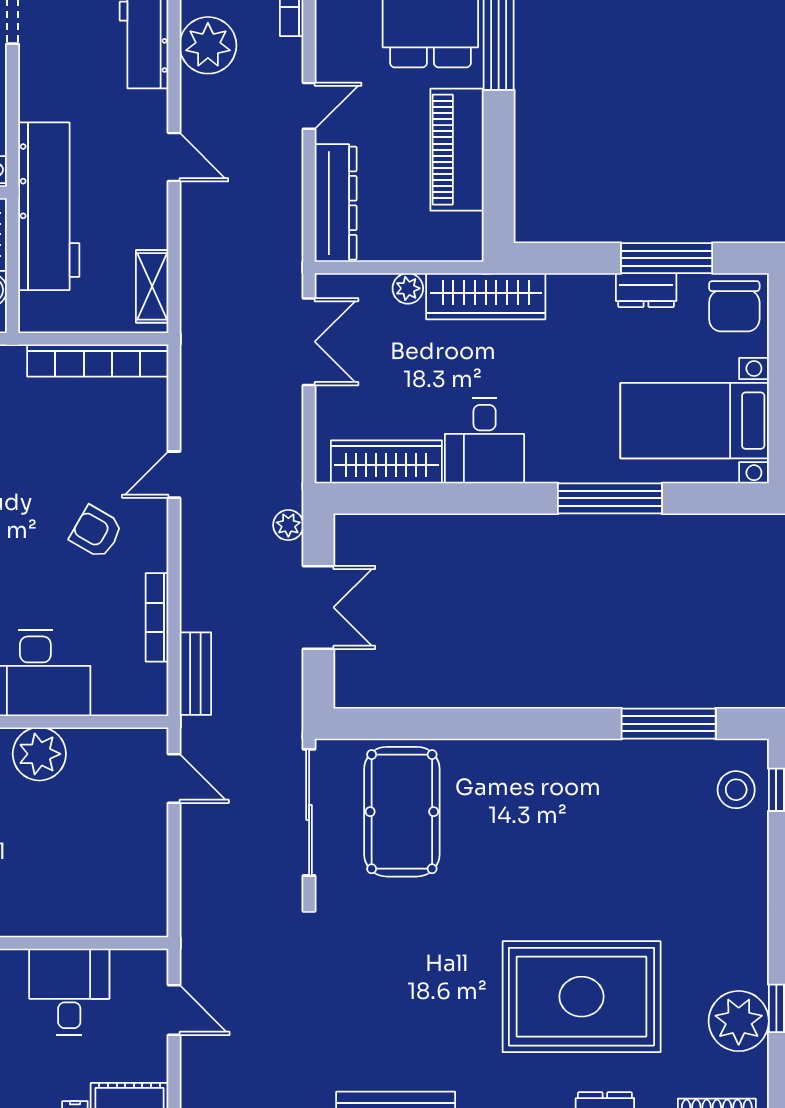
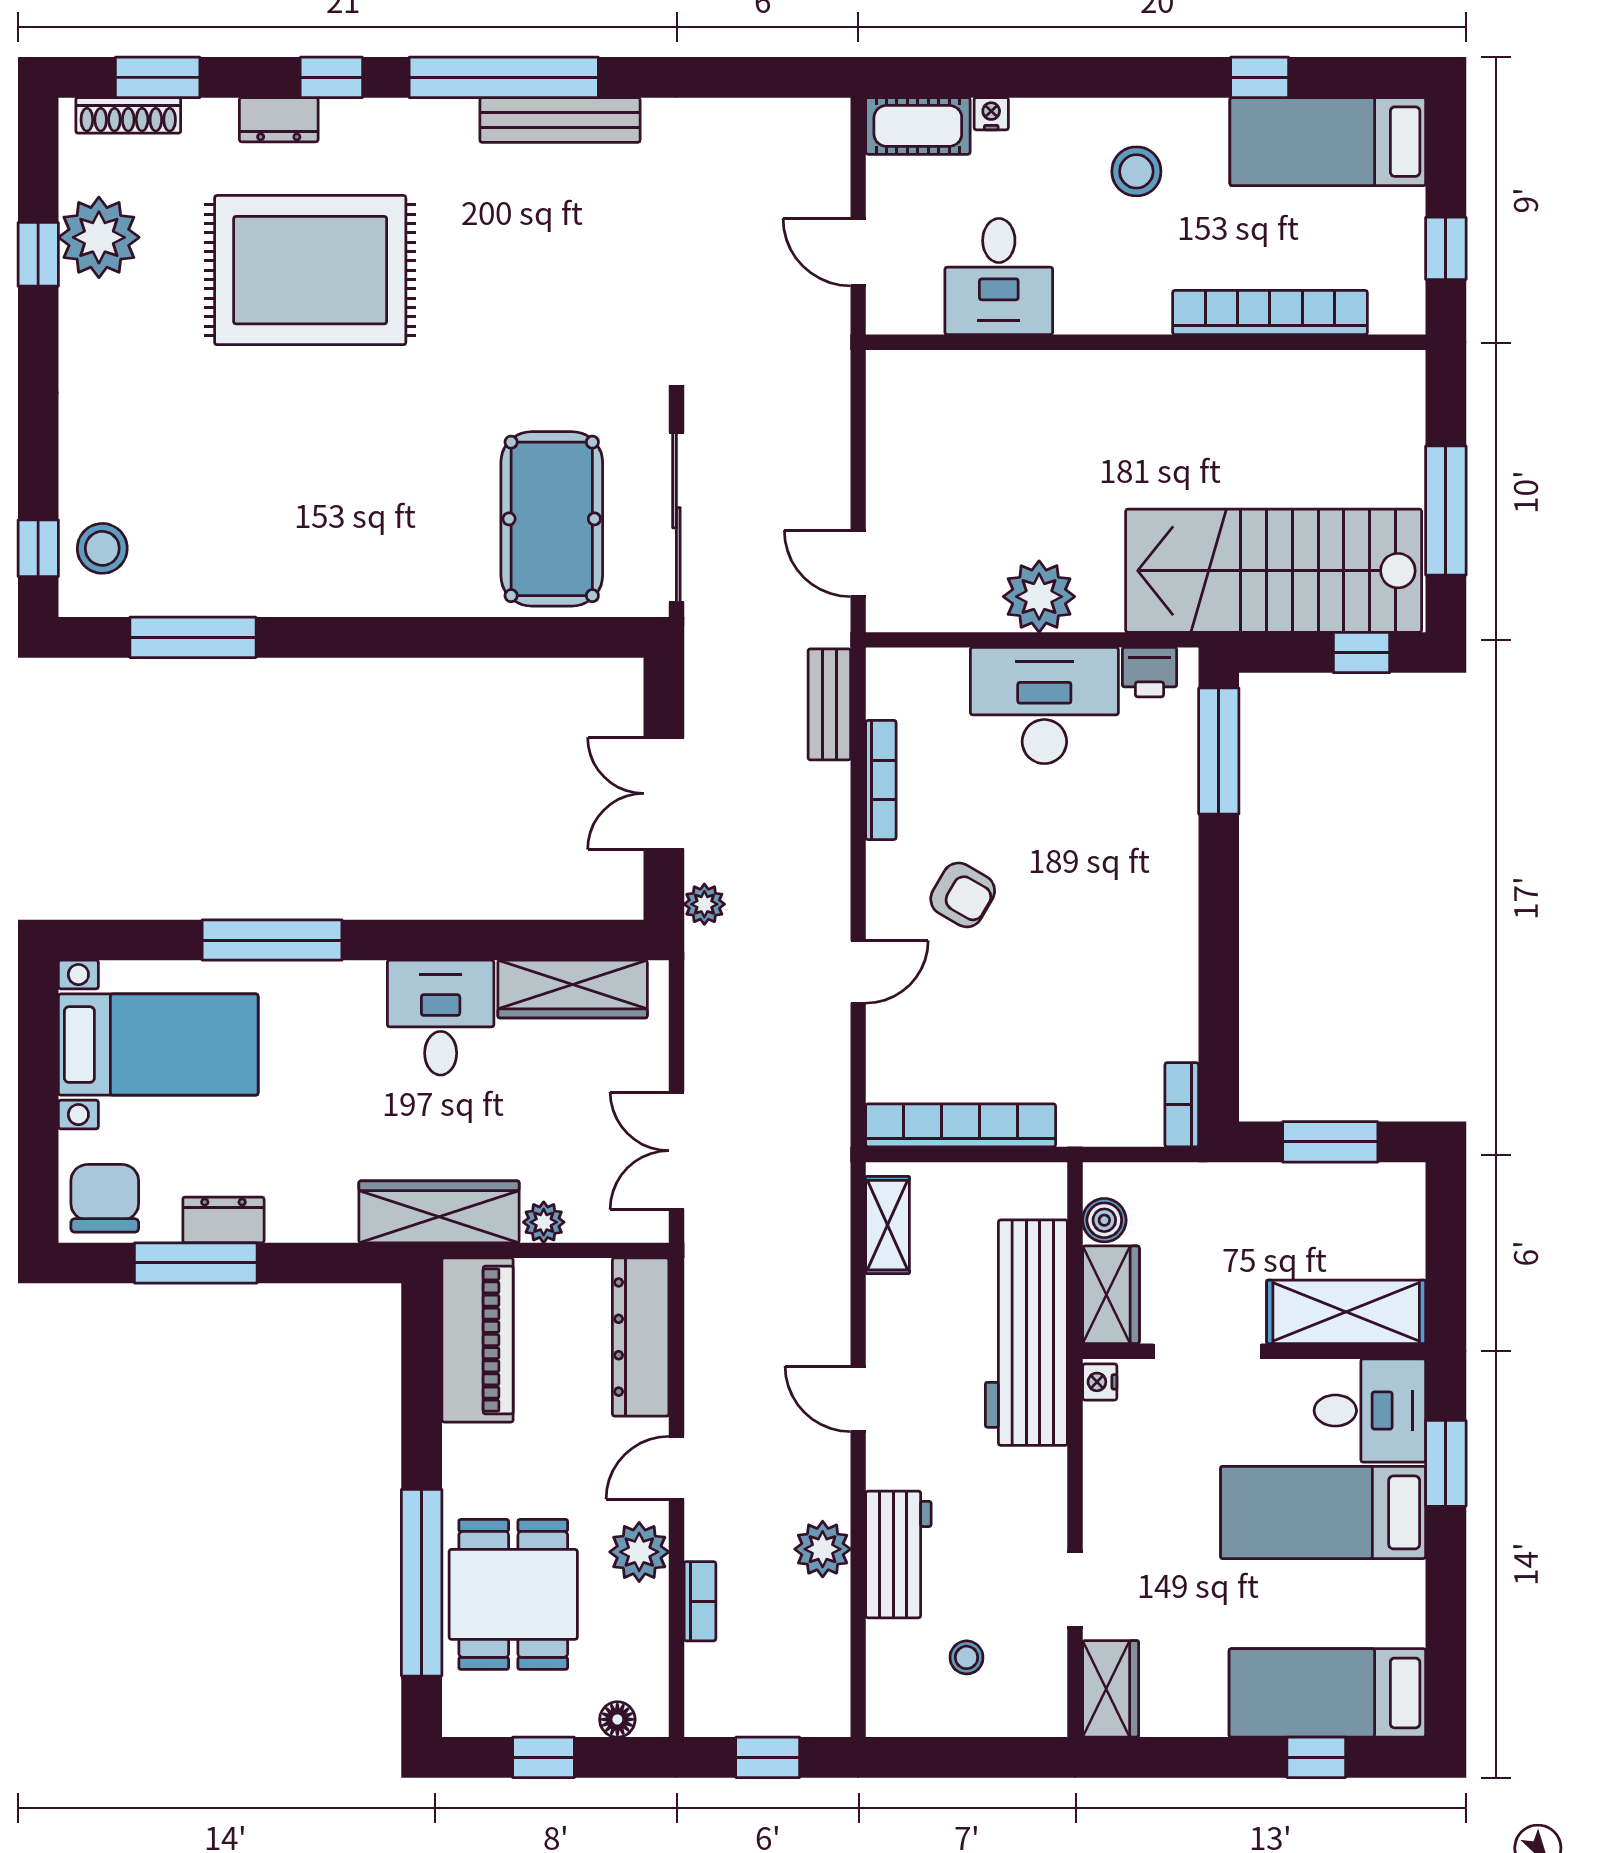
plant: (337, 43) -> (639, 1552), added
plant: (208, 45) -> (823, 1549), width x0.73, depth x0.73
piano: (457, 150) -> (478, 1340), moved

